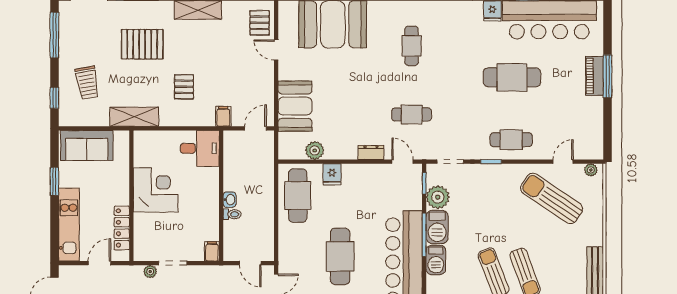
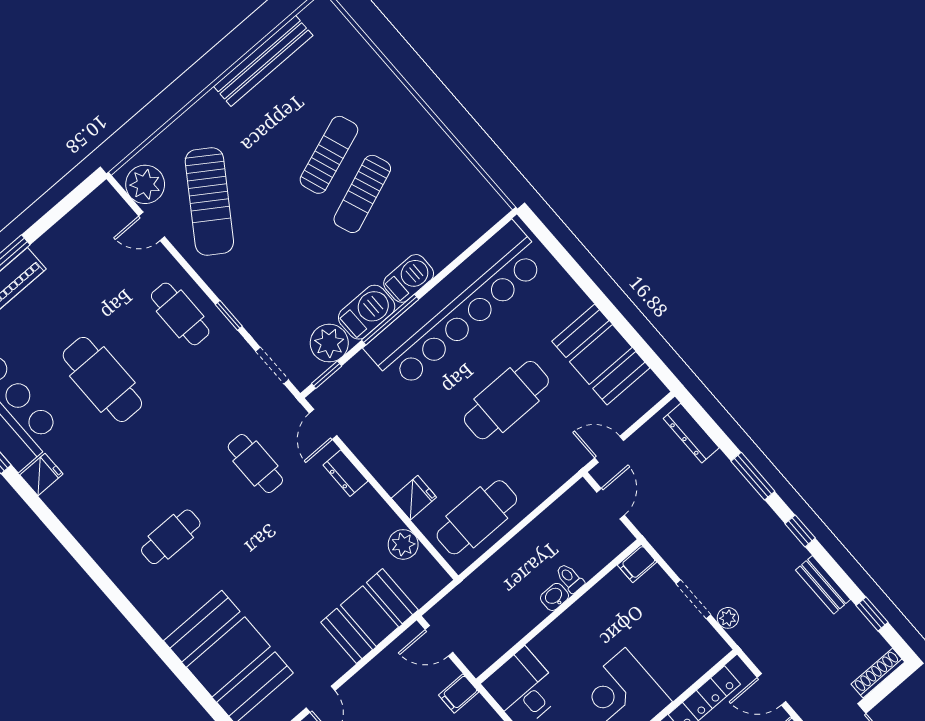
plant: (591, 170) -> (145, 184), width x1.88, depth x1.88

